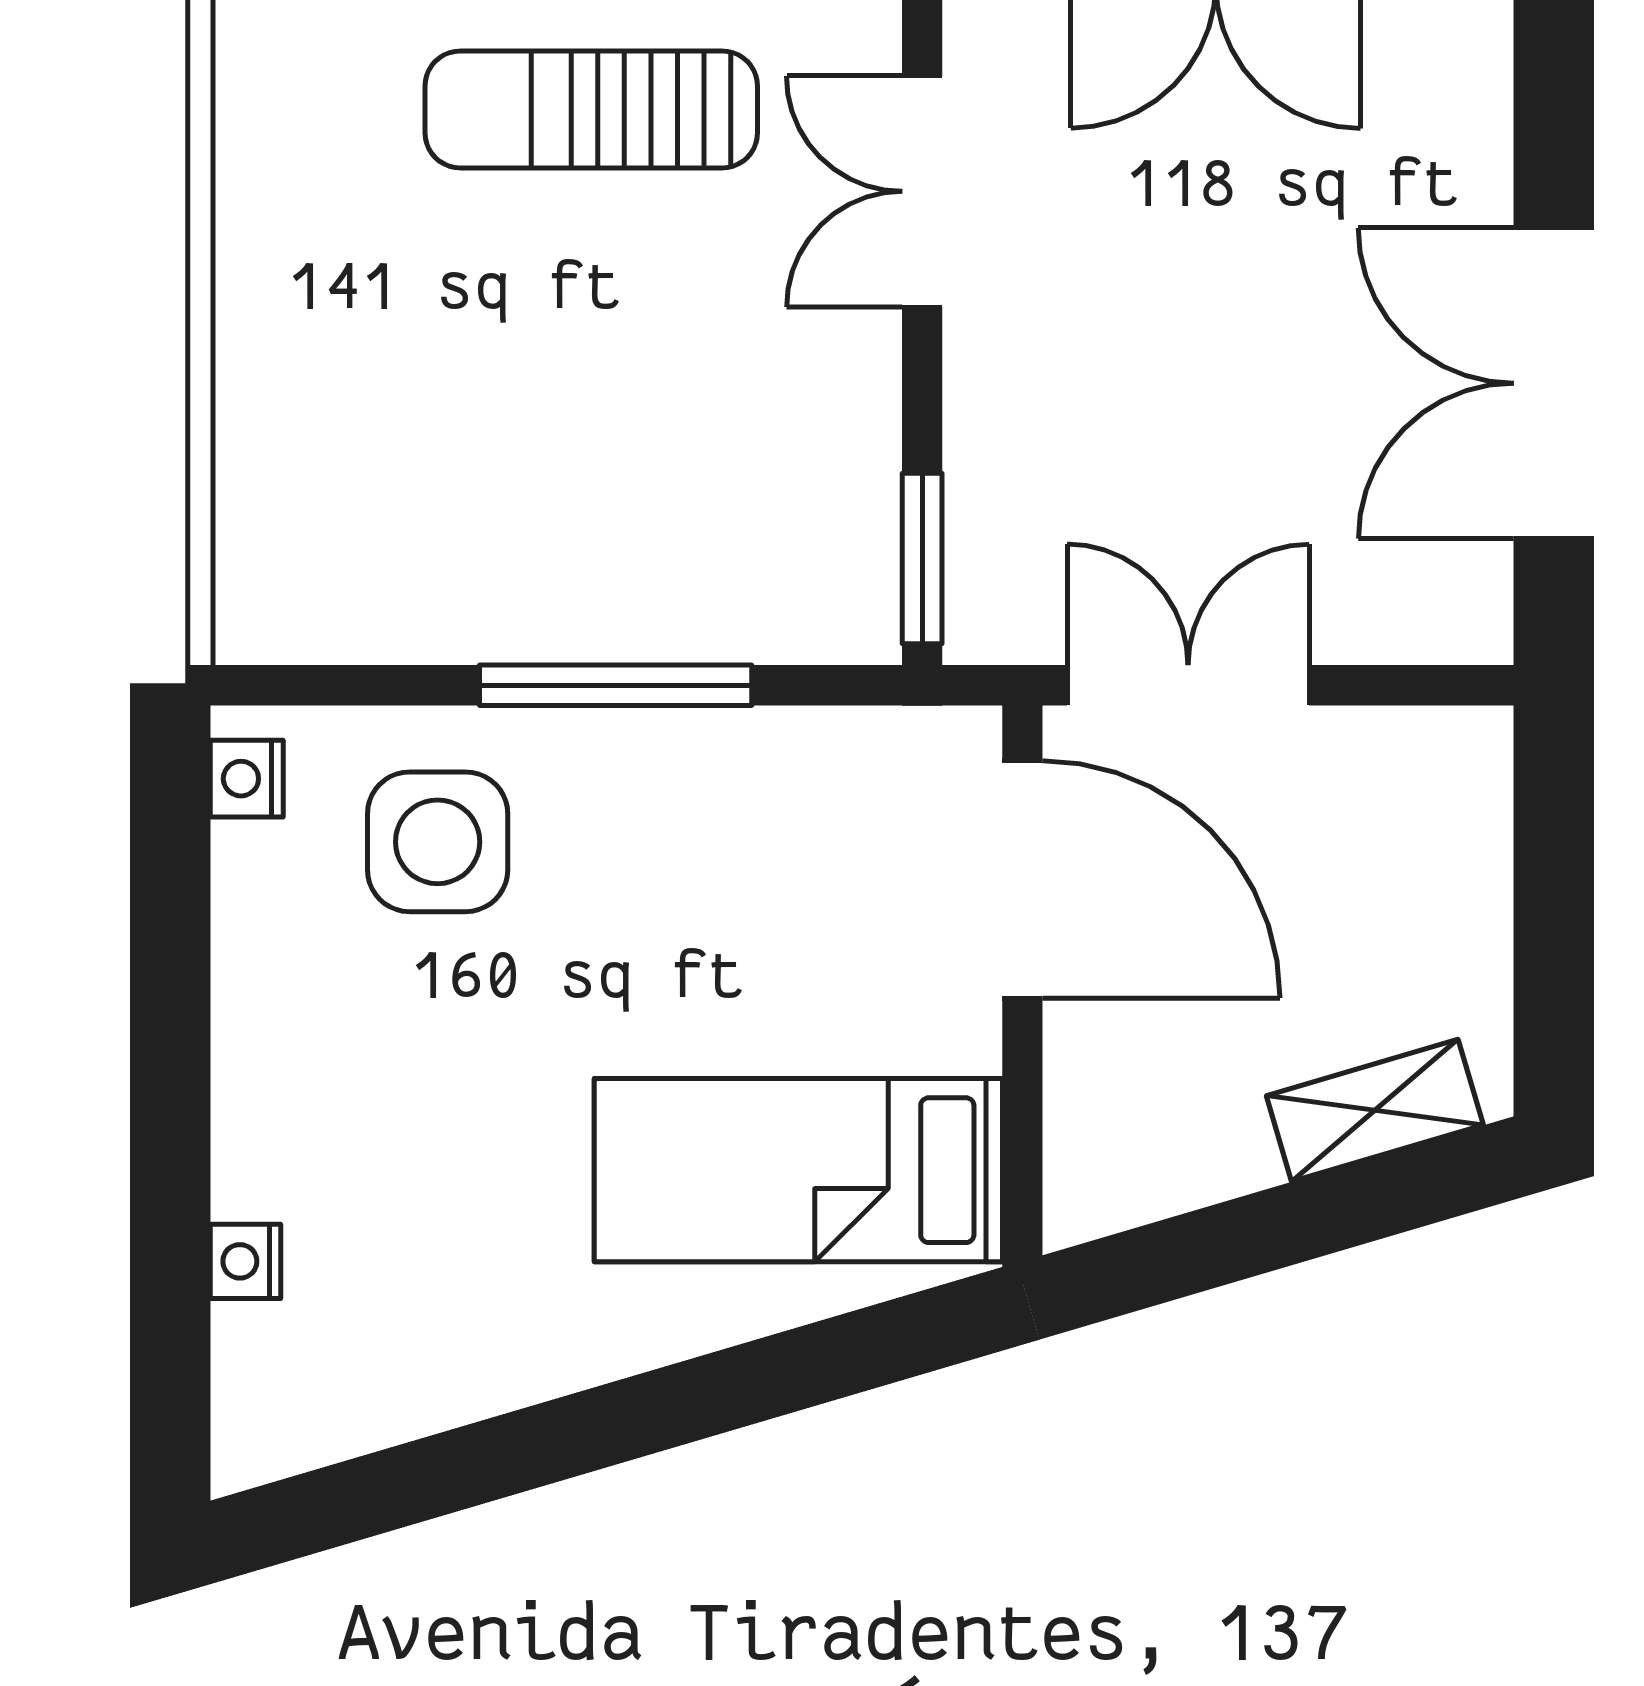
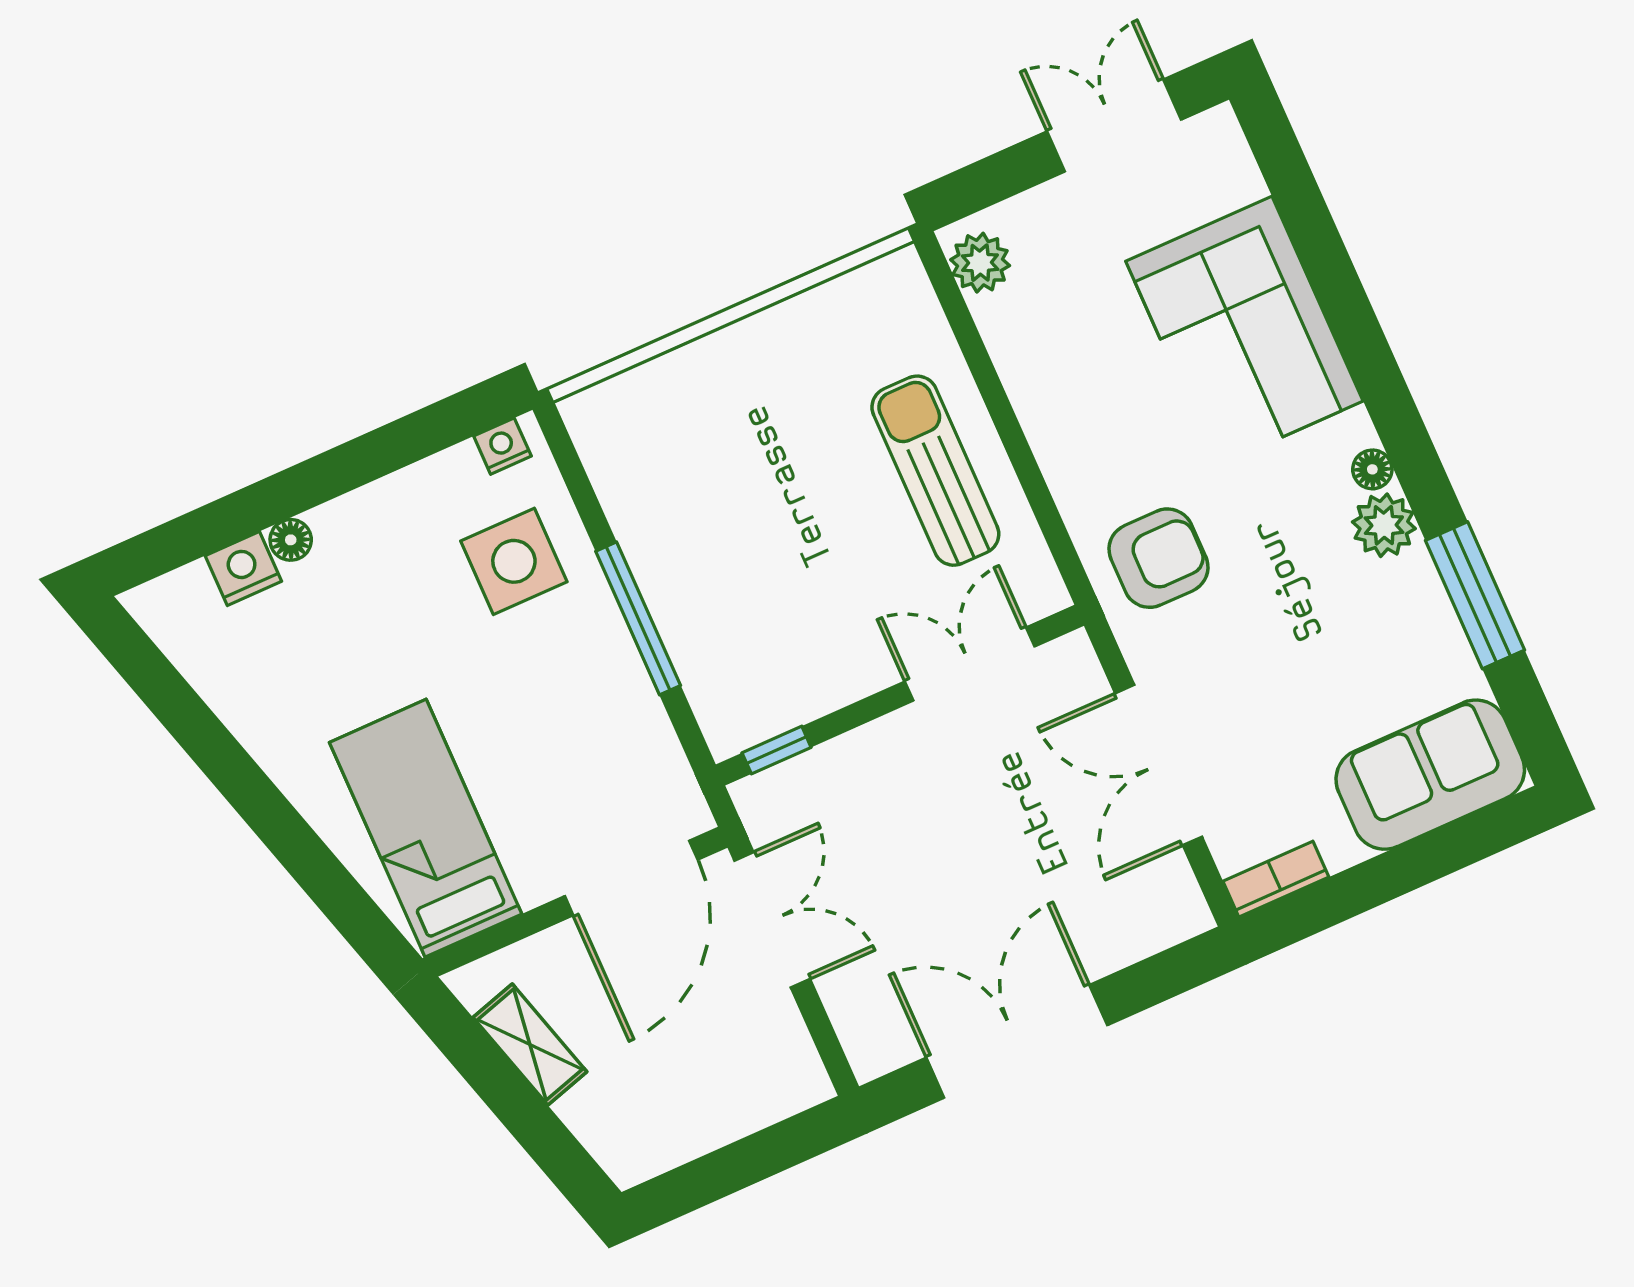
window: (922, 559) -> (777, 750), width x0.67
shelving: (1375, 1110) -> (530, 1045), moved
floor lamp: (246, 1181) -> (291, 540), added
nightstand: (245, 1261) -> (243, 568), width x1.39, depth x1.35

